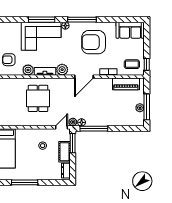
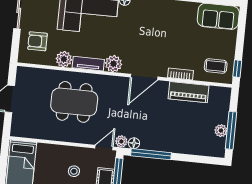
armchair: (94, 42) -> (163, 28), removed
piano: (126, 84) -> (188, 92), moved
dining table: (38, 98) -> (74, 102), width x1.38

